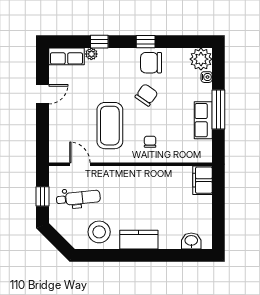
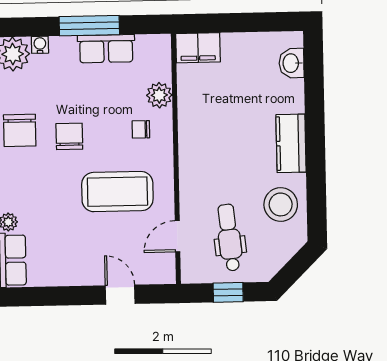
door: (42, 94) -> (120, 295), moved
chair: (146, 95) -> (69, 136), turned 55
plant: (172, 154) -> (159, 95), added

